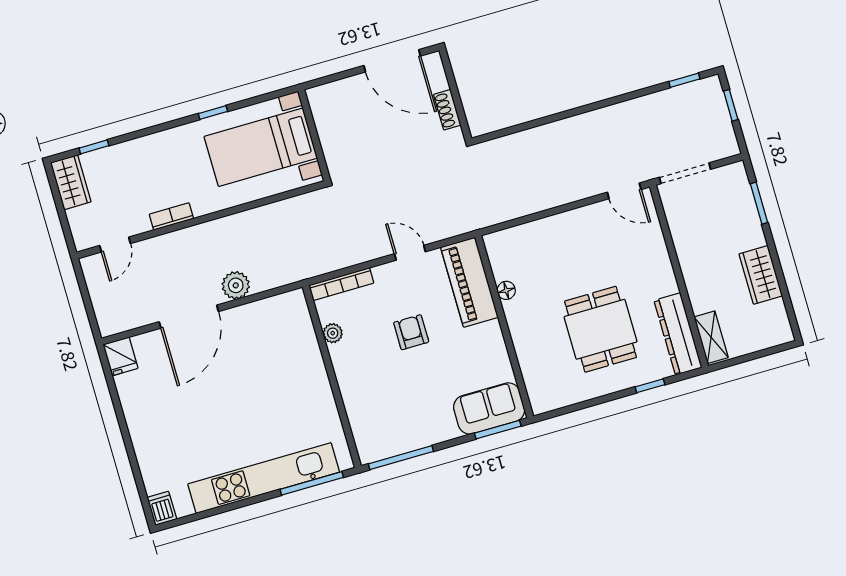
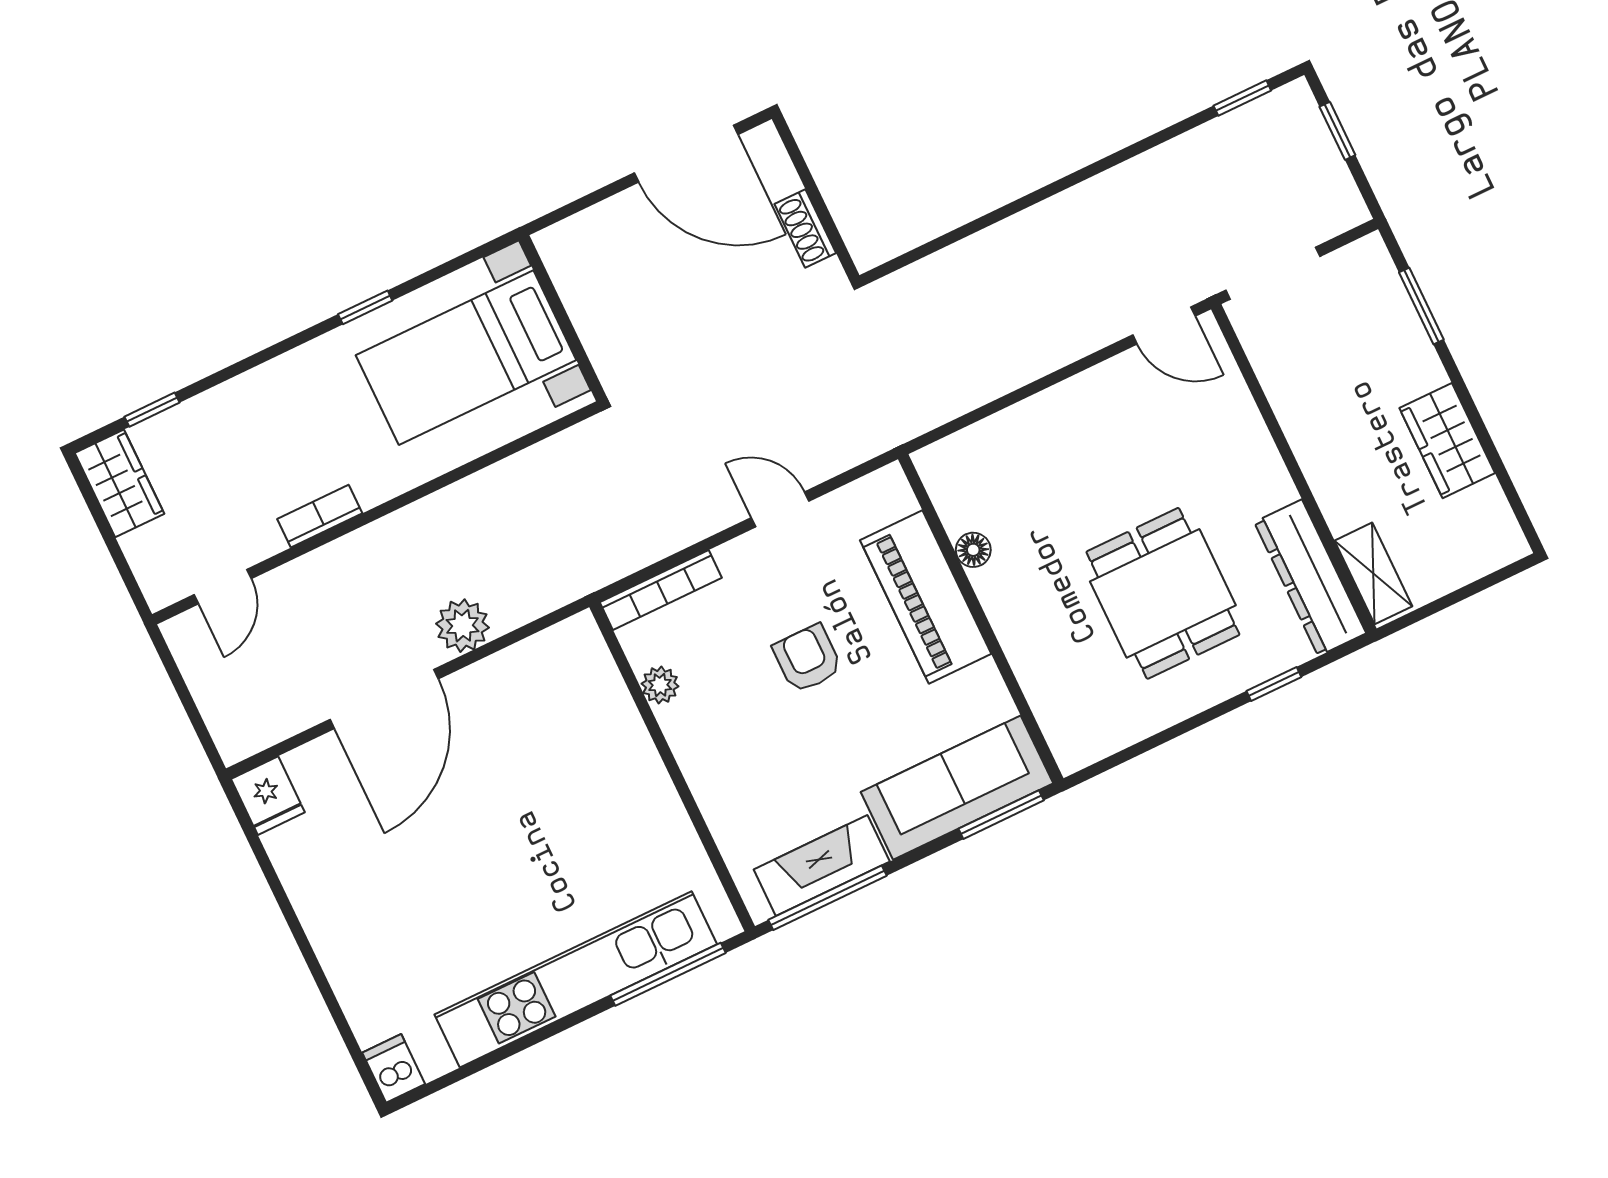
piano: (469, 282) -> (926, 597), moved
sofa: (489, 408) -> (957, 788), width x1.36
fireplace: (401, 440) -> (822, 865), added

